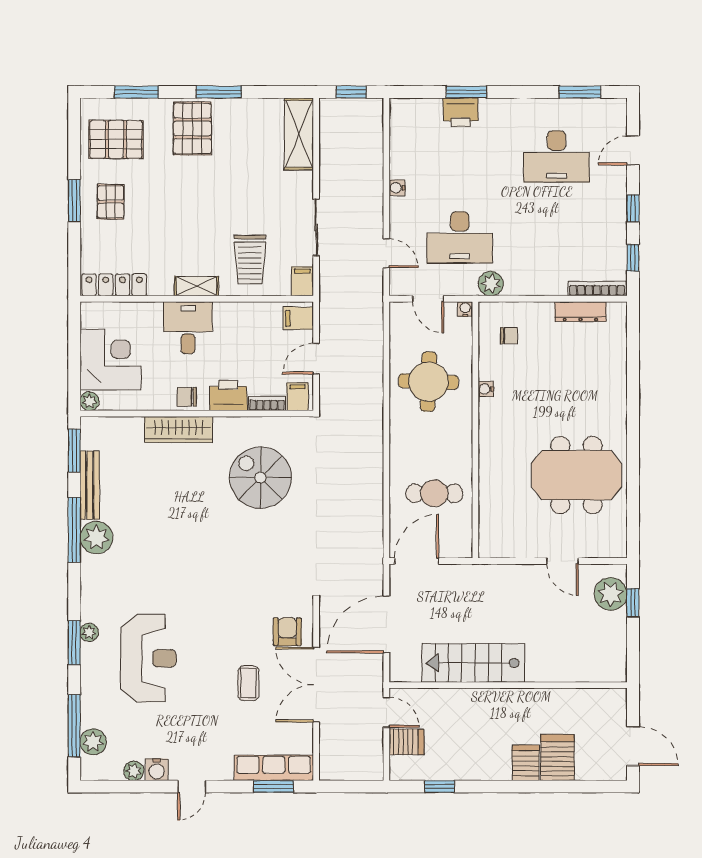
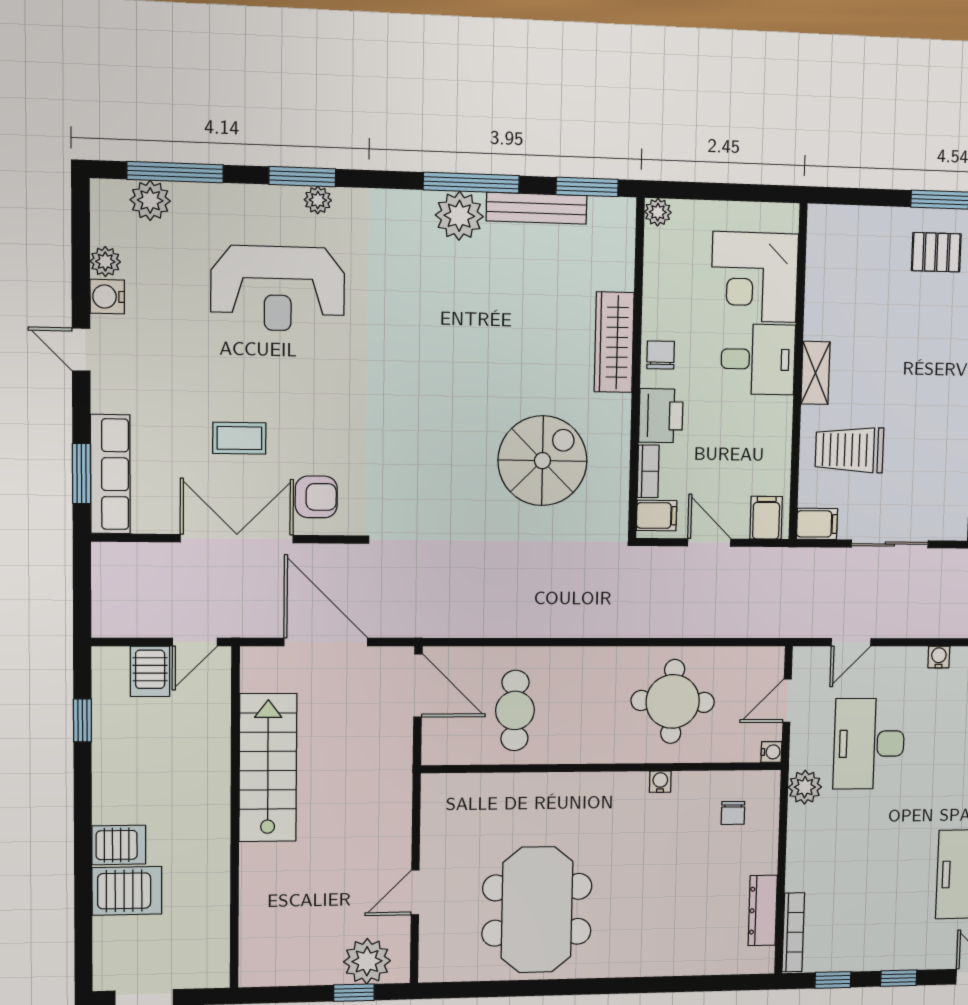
locker: (114, 285) -> (821, 254), removed
corner desk: (110, 360) -> (755, 277), moved, turned 90

